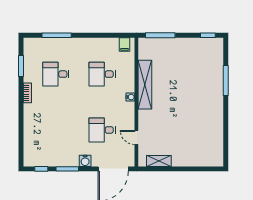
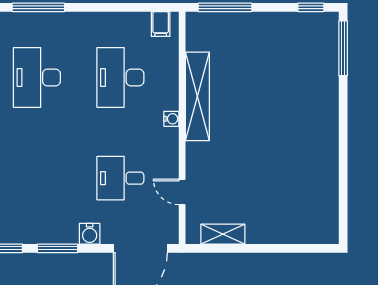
desk: (56, 74) -> (37, 77), width x1.37
desk: (102, 74) -> (120, 77), width x1.37
window: (226, 80) -> (343, 48), moved

